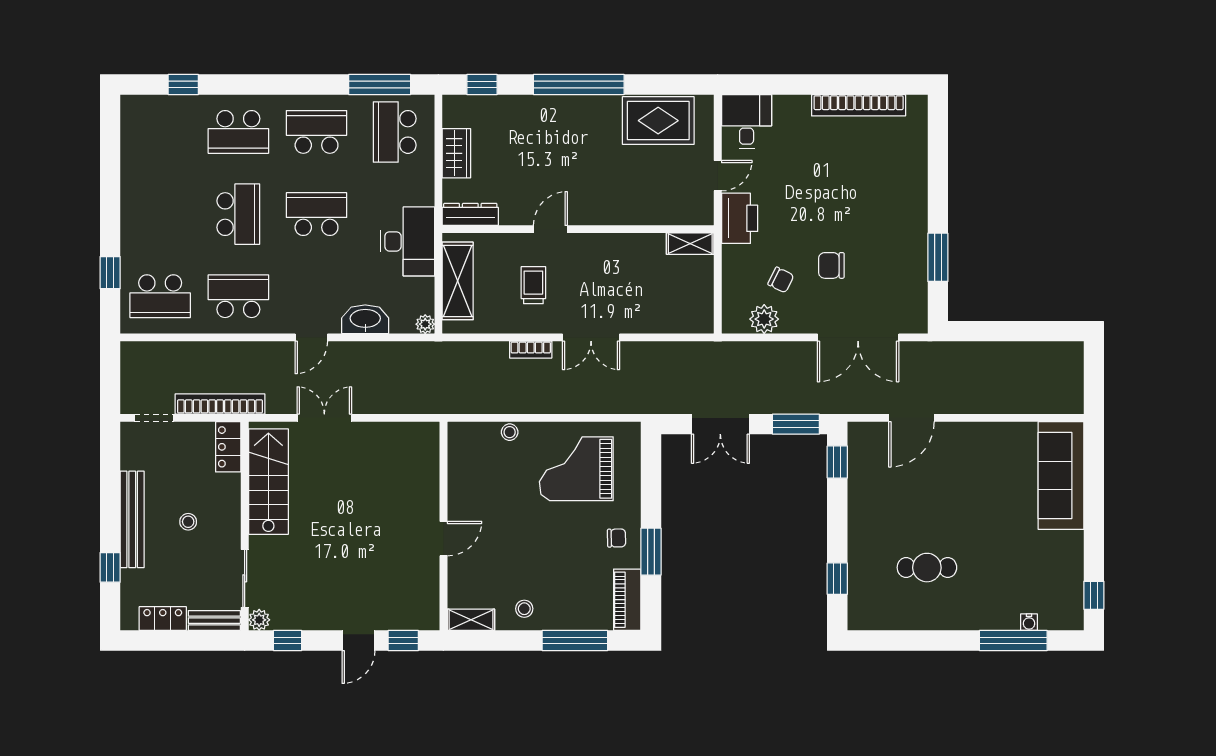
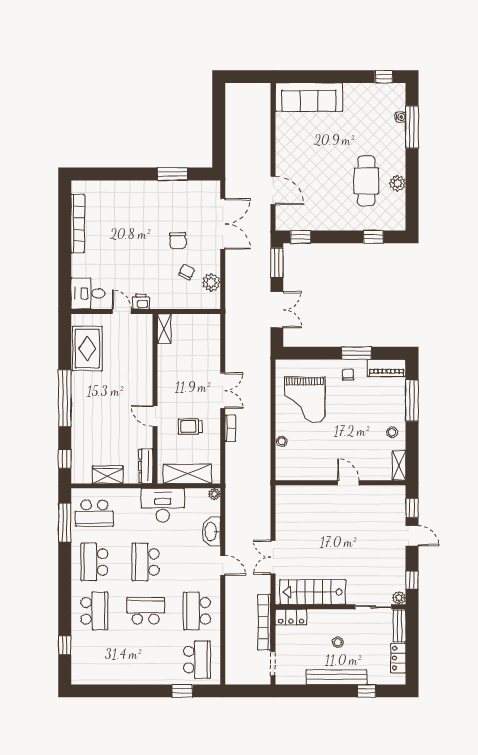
printer: (740, 218) -> (141, 301), width x0.53, depth x0.68
cafe table: (927, 568) -> (366, 181), width x1.37, depth x1.35
plant: (923, 617) -> (398, 183), added

